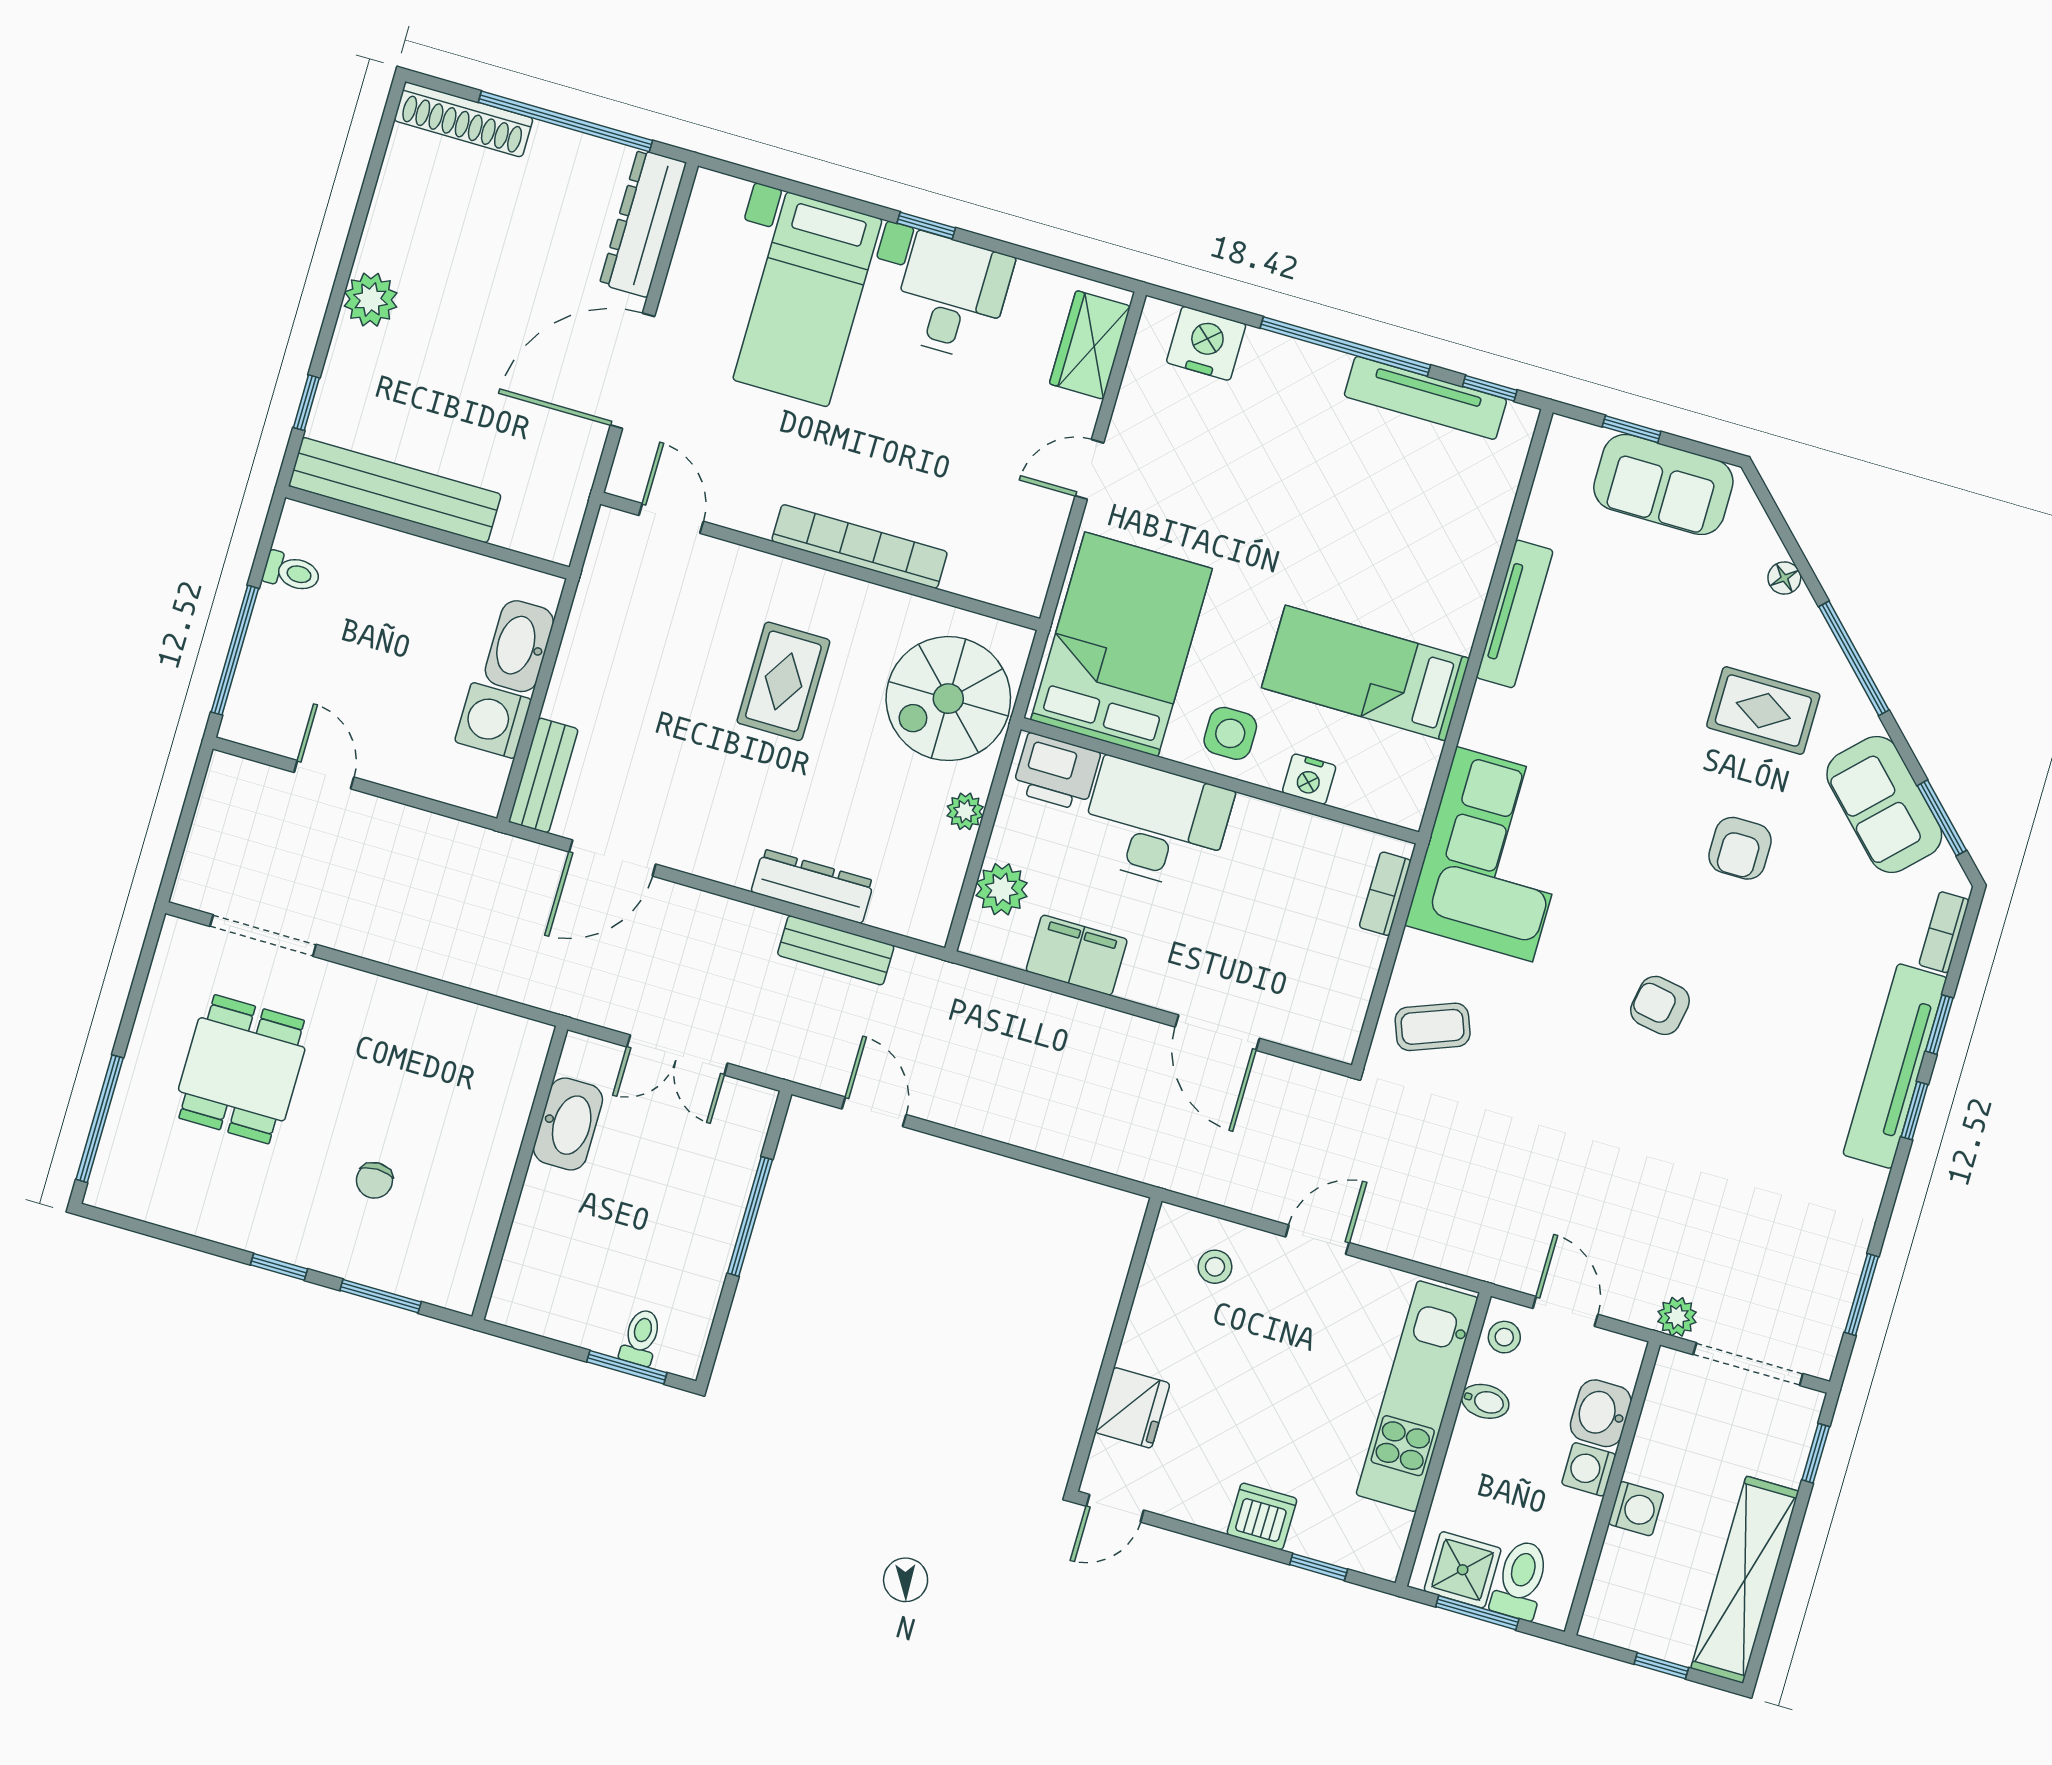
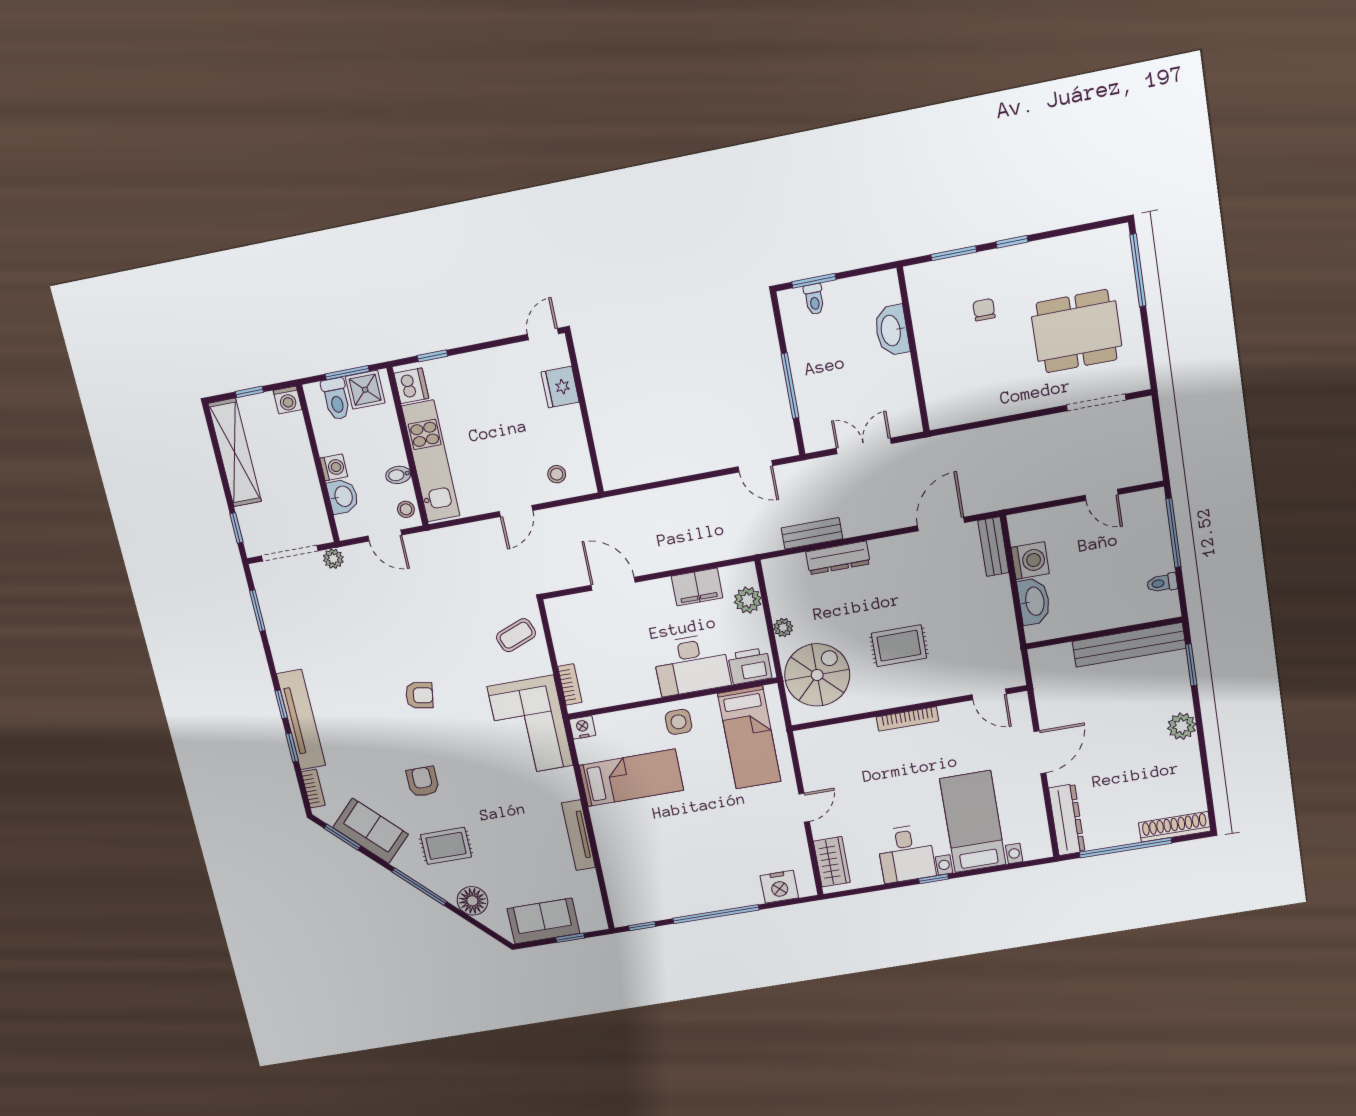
door: (633, 371) -> (1040, 752), width x0.73
tv unit: (1425, 398) -> (668, 909), removed
window: (306, 403) -> (1191, 665), width x1.50
bookcase: (860, 546) -> (908, 719), width x0.68, depth x0.76
floor lamp: (1784, 578) -> (472, 901), width x1.89, depth x1.89
bed: (1121, 644) -> (749, 738), width x0.67
rug: (783, 681) -> (899, 646), turned 90
nightstand: (1309, 779) -> (583, 727), moved
dining table: (242, 1069) -> (1077, 331), width x1.38
washbasin: (568, 1124) -> (892, 330), moved
washing machine: (1636, 1509) -> (288, 400), moved, turned -90
dishwasher: (1262, 1516) -> (411, 386), moved, turned -90

